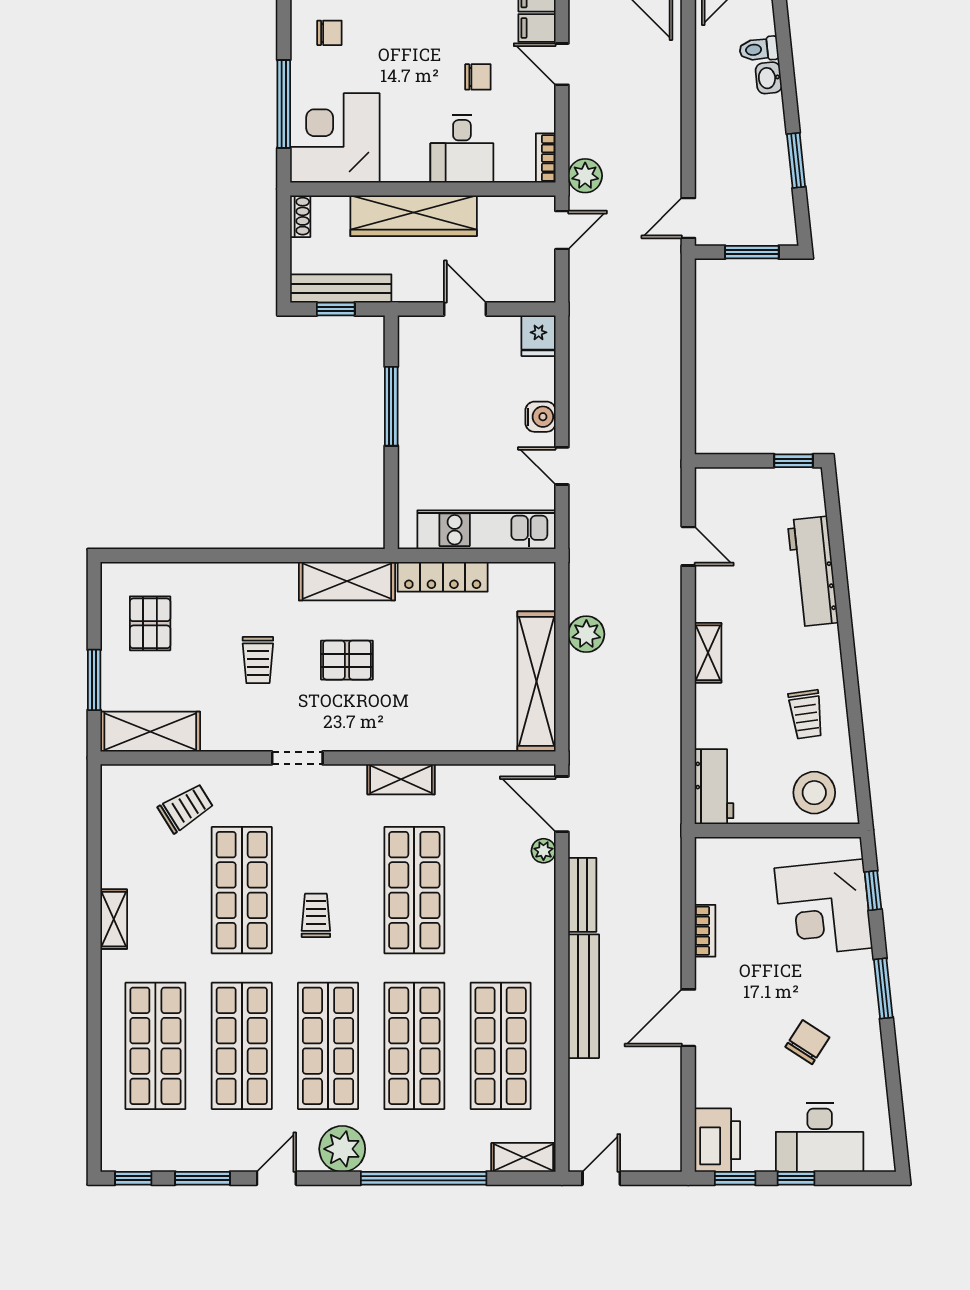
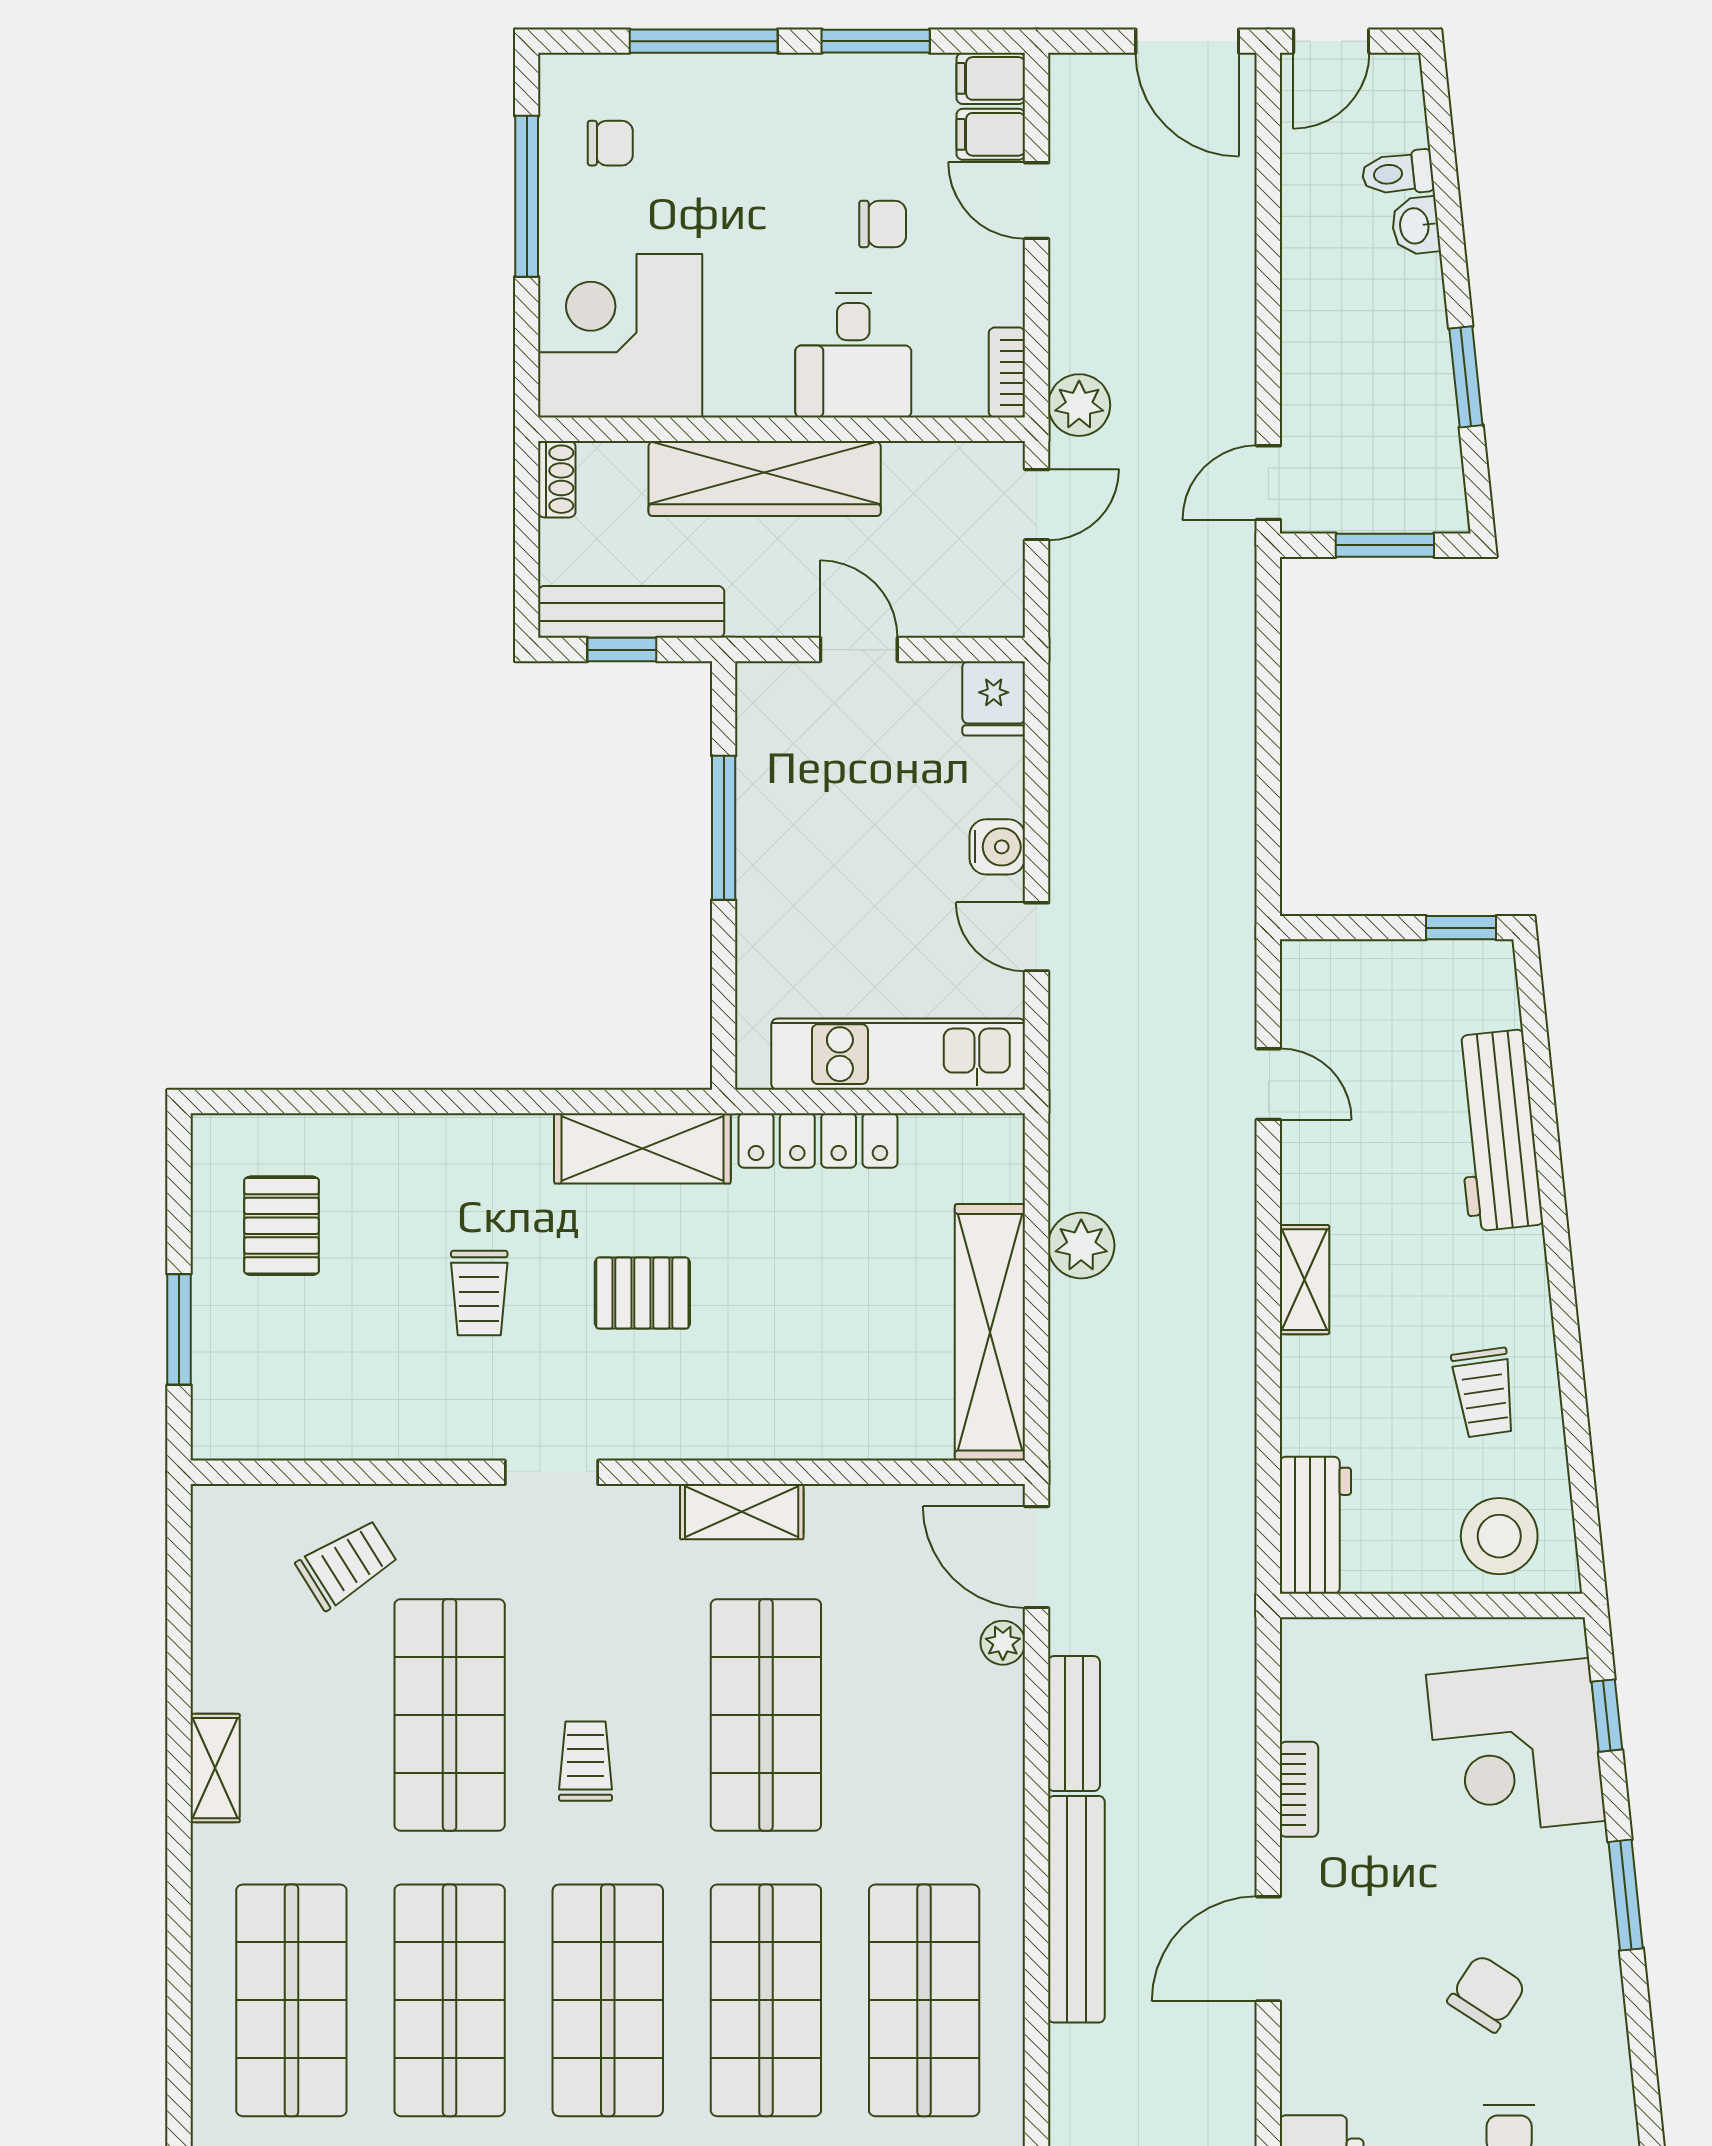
window: (284, 104) -> (527, 196), moved
shelving: (150, 732) -> (282, 1424), removed

